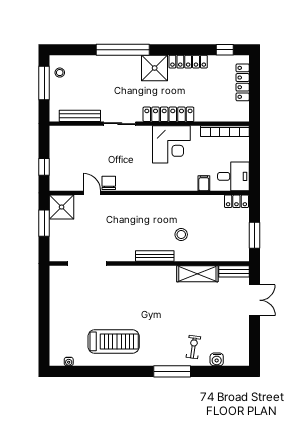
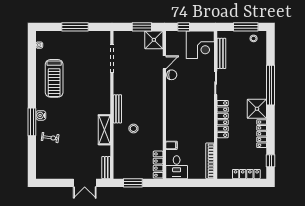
corner desk: (171, 144) -> (200, 45), moved, turned -90
locker: (236, 201) -> (158, 165), width x1.53
shelving: (197, 274) -> (104, 130), moved
window: (44, 313) -> (75, 27), added
water cooler: (217, 359) -> (41, 115), moved

